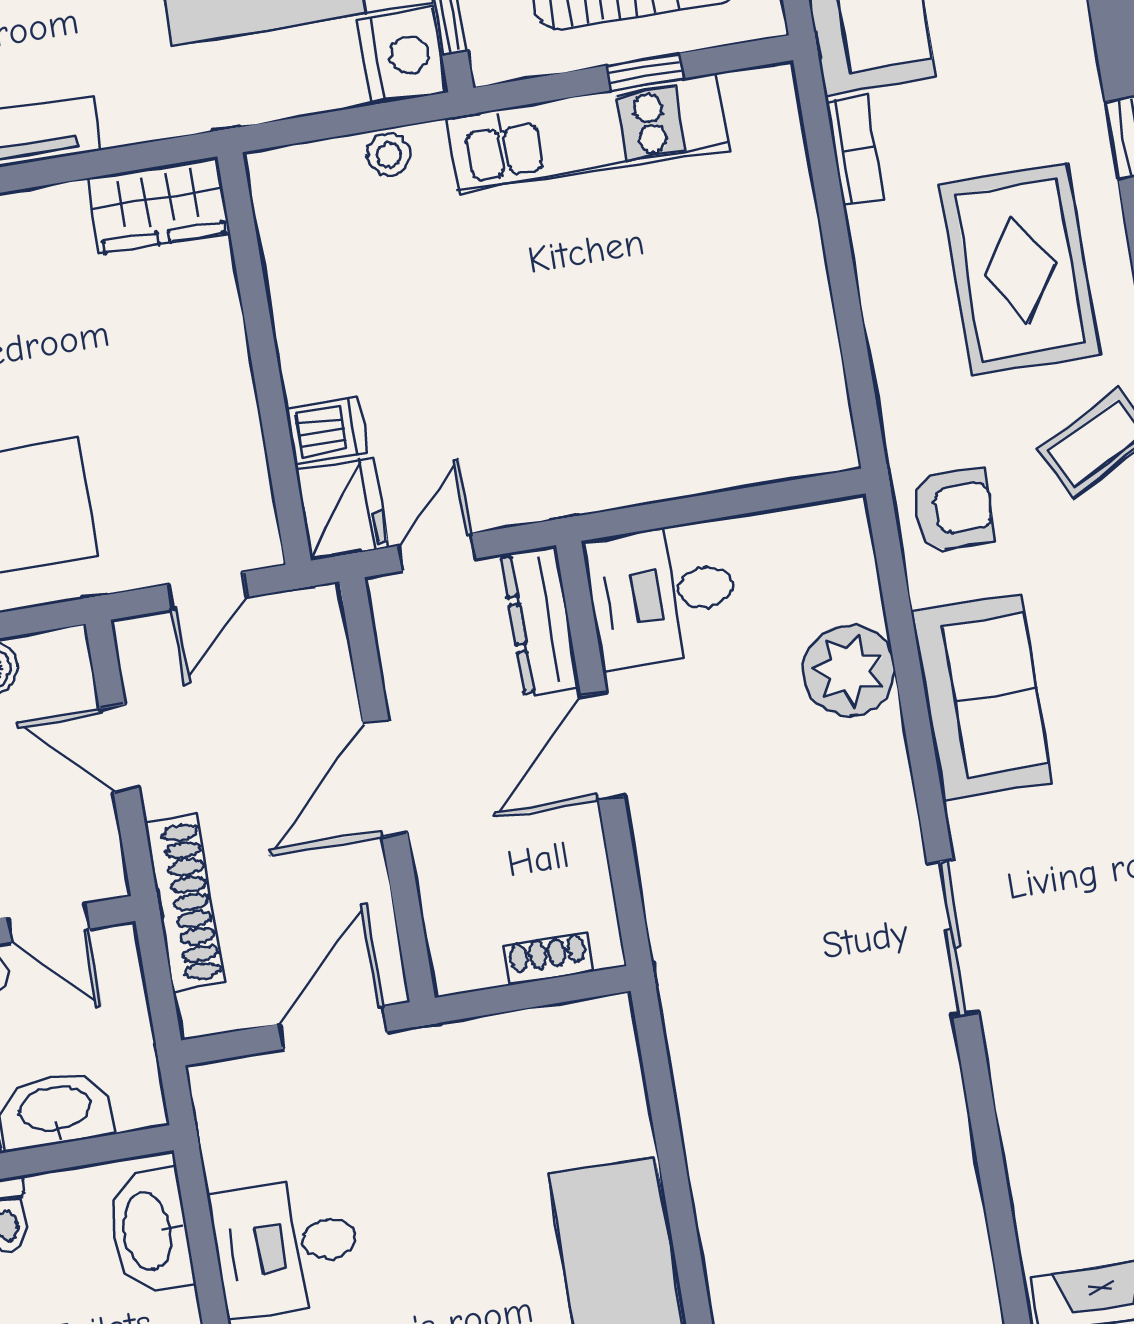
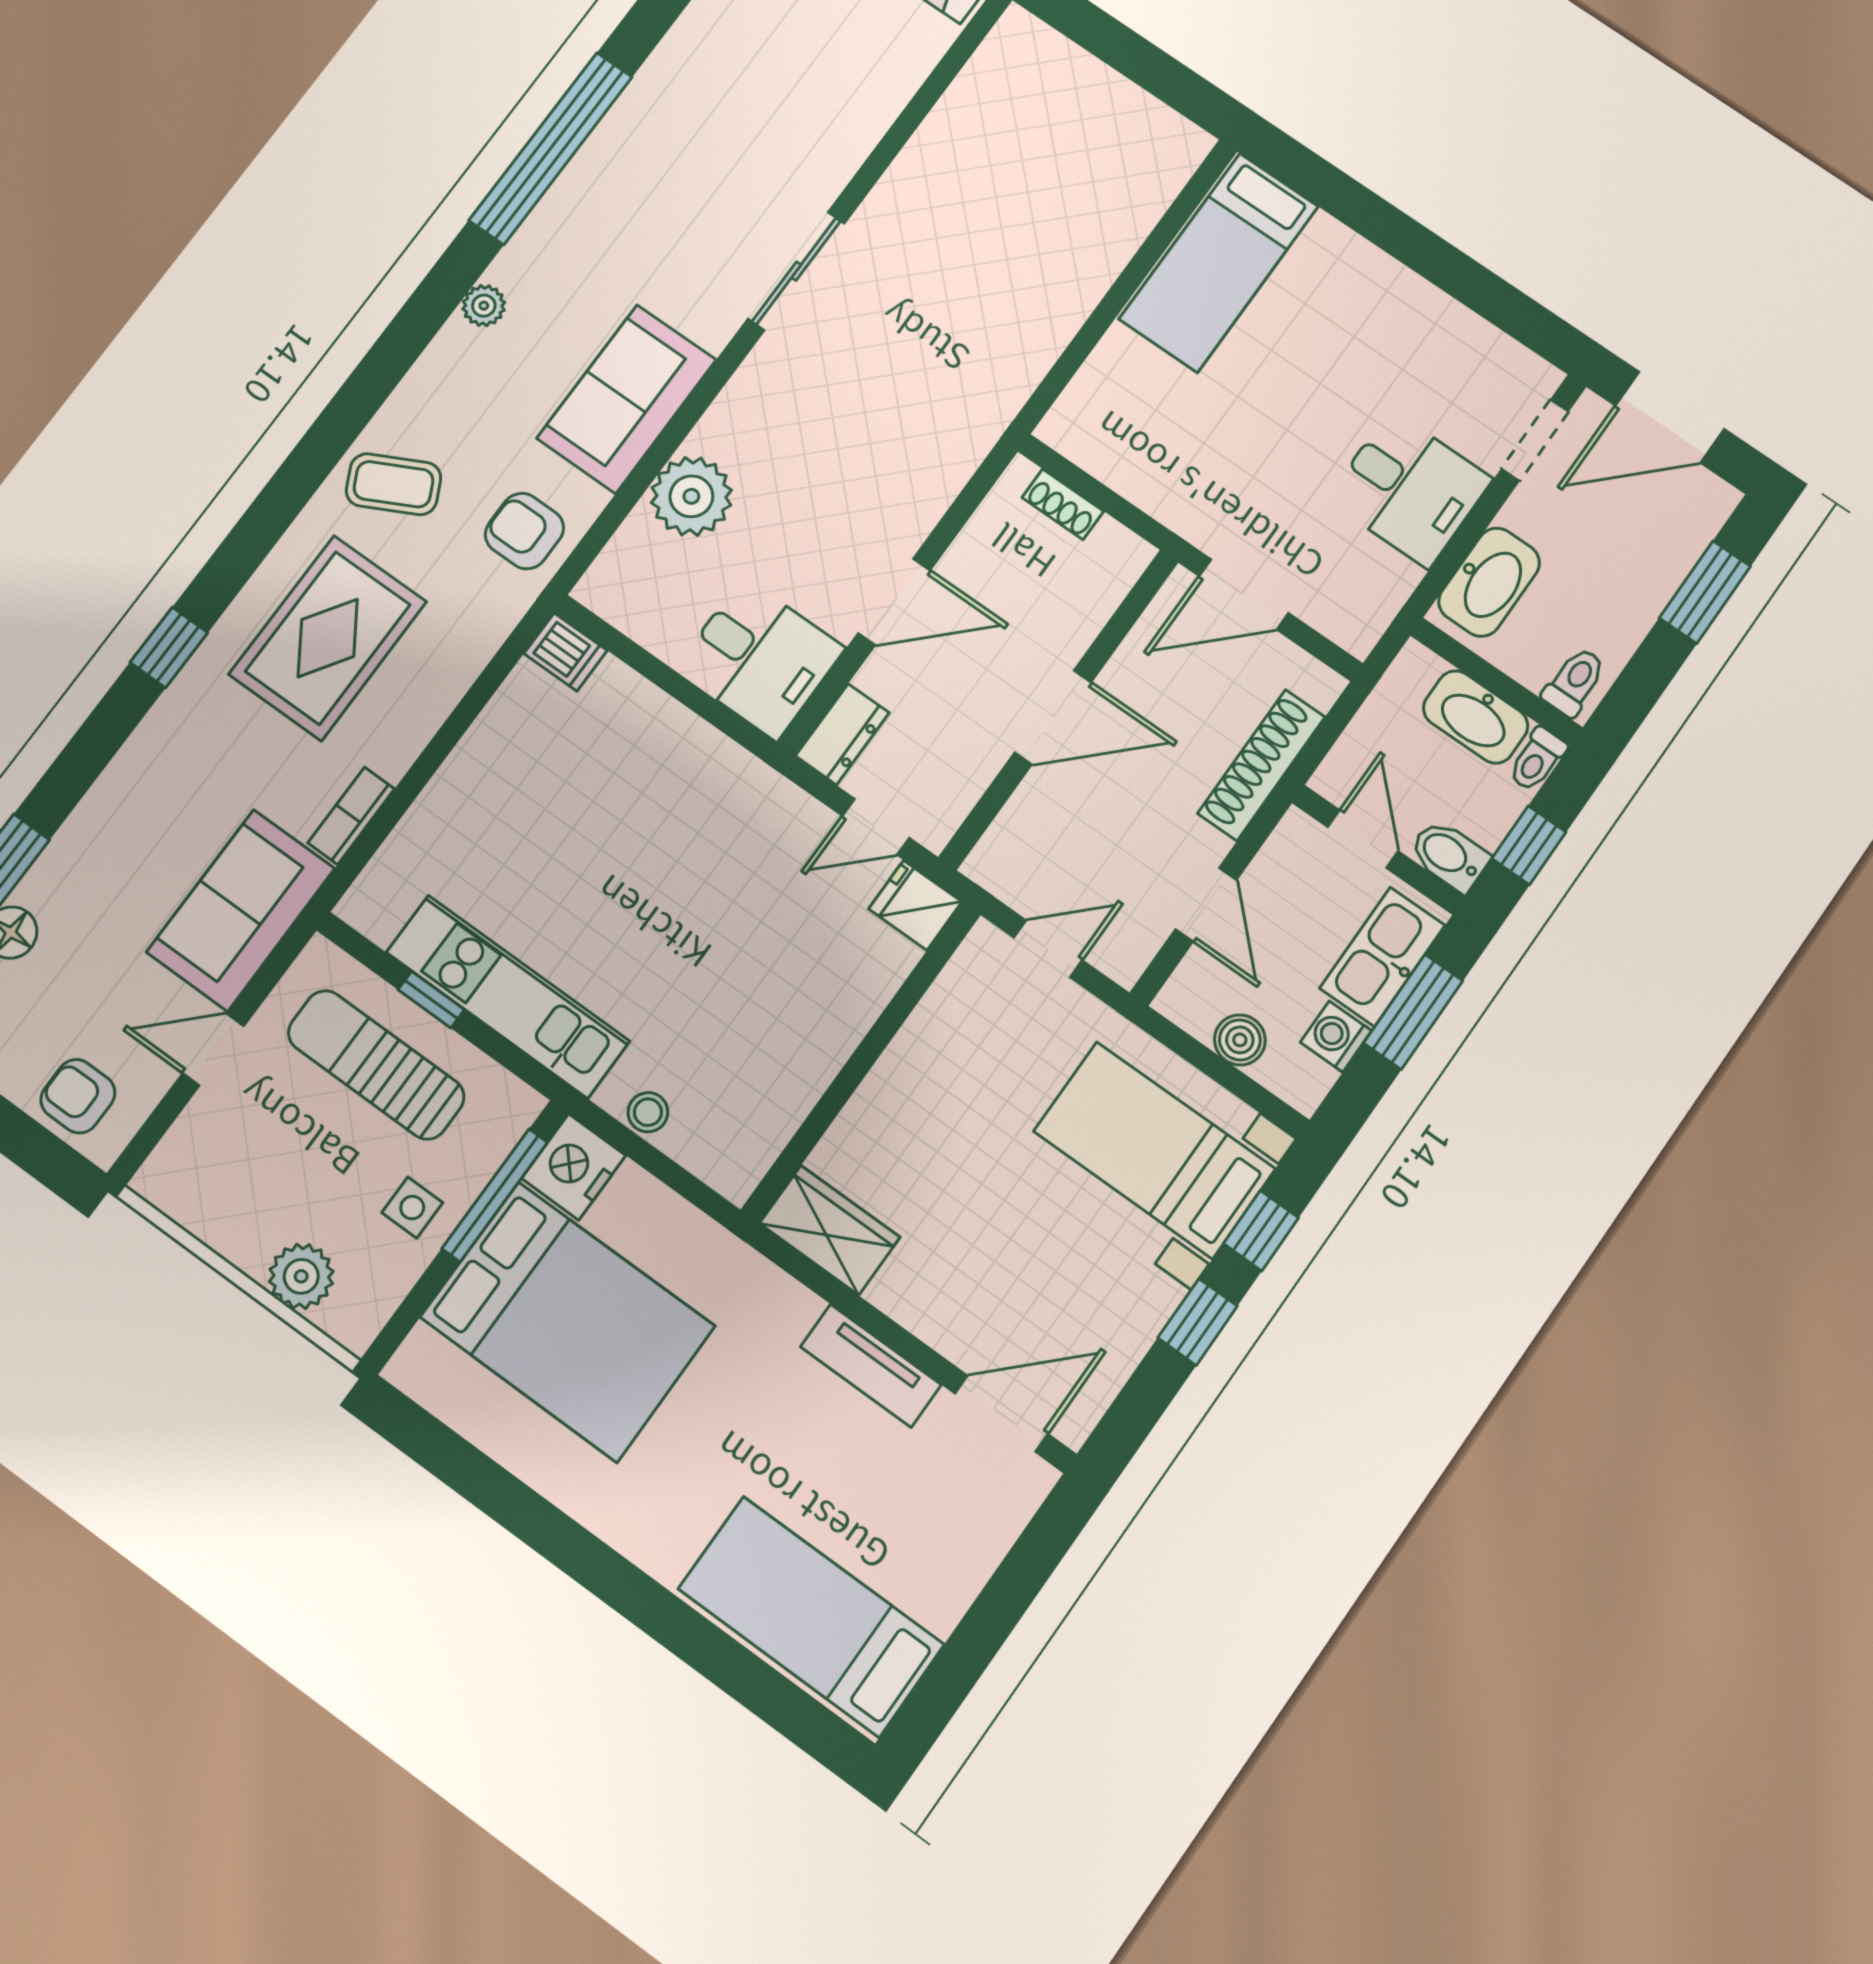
dishwasher: (326, 431) -> (565, 652), moved, turned 180
fridge: (342, 509) -> (915, 905), width x0.72
dresser: (540, 621) -> (842, 734), width x0.70

